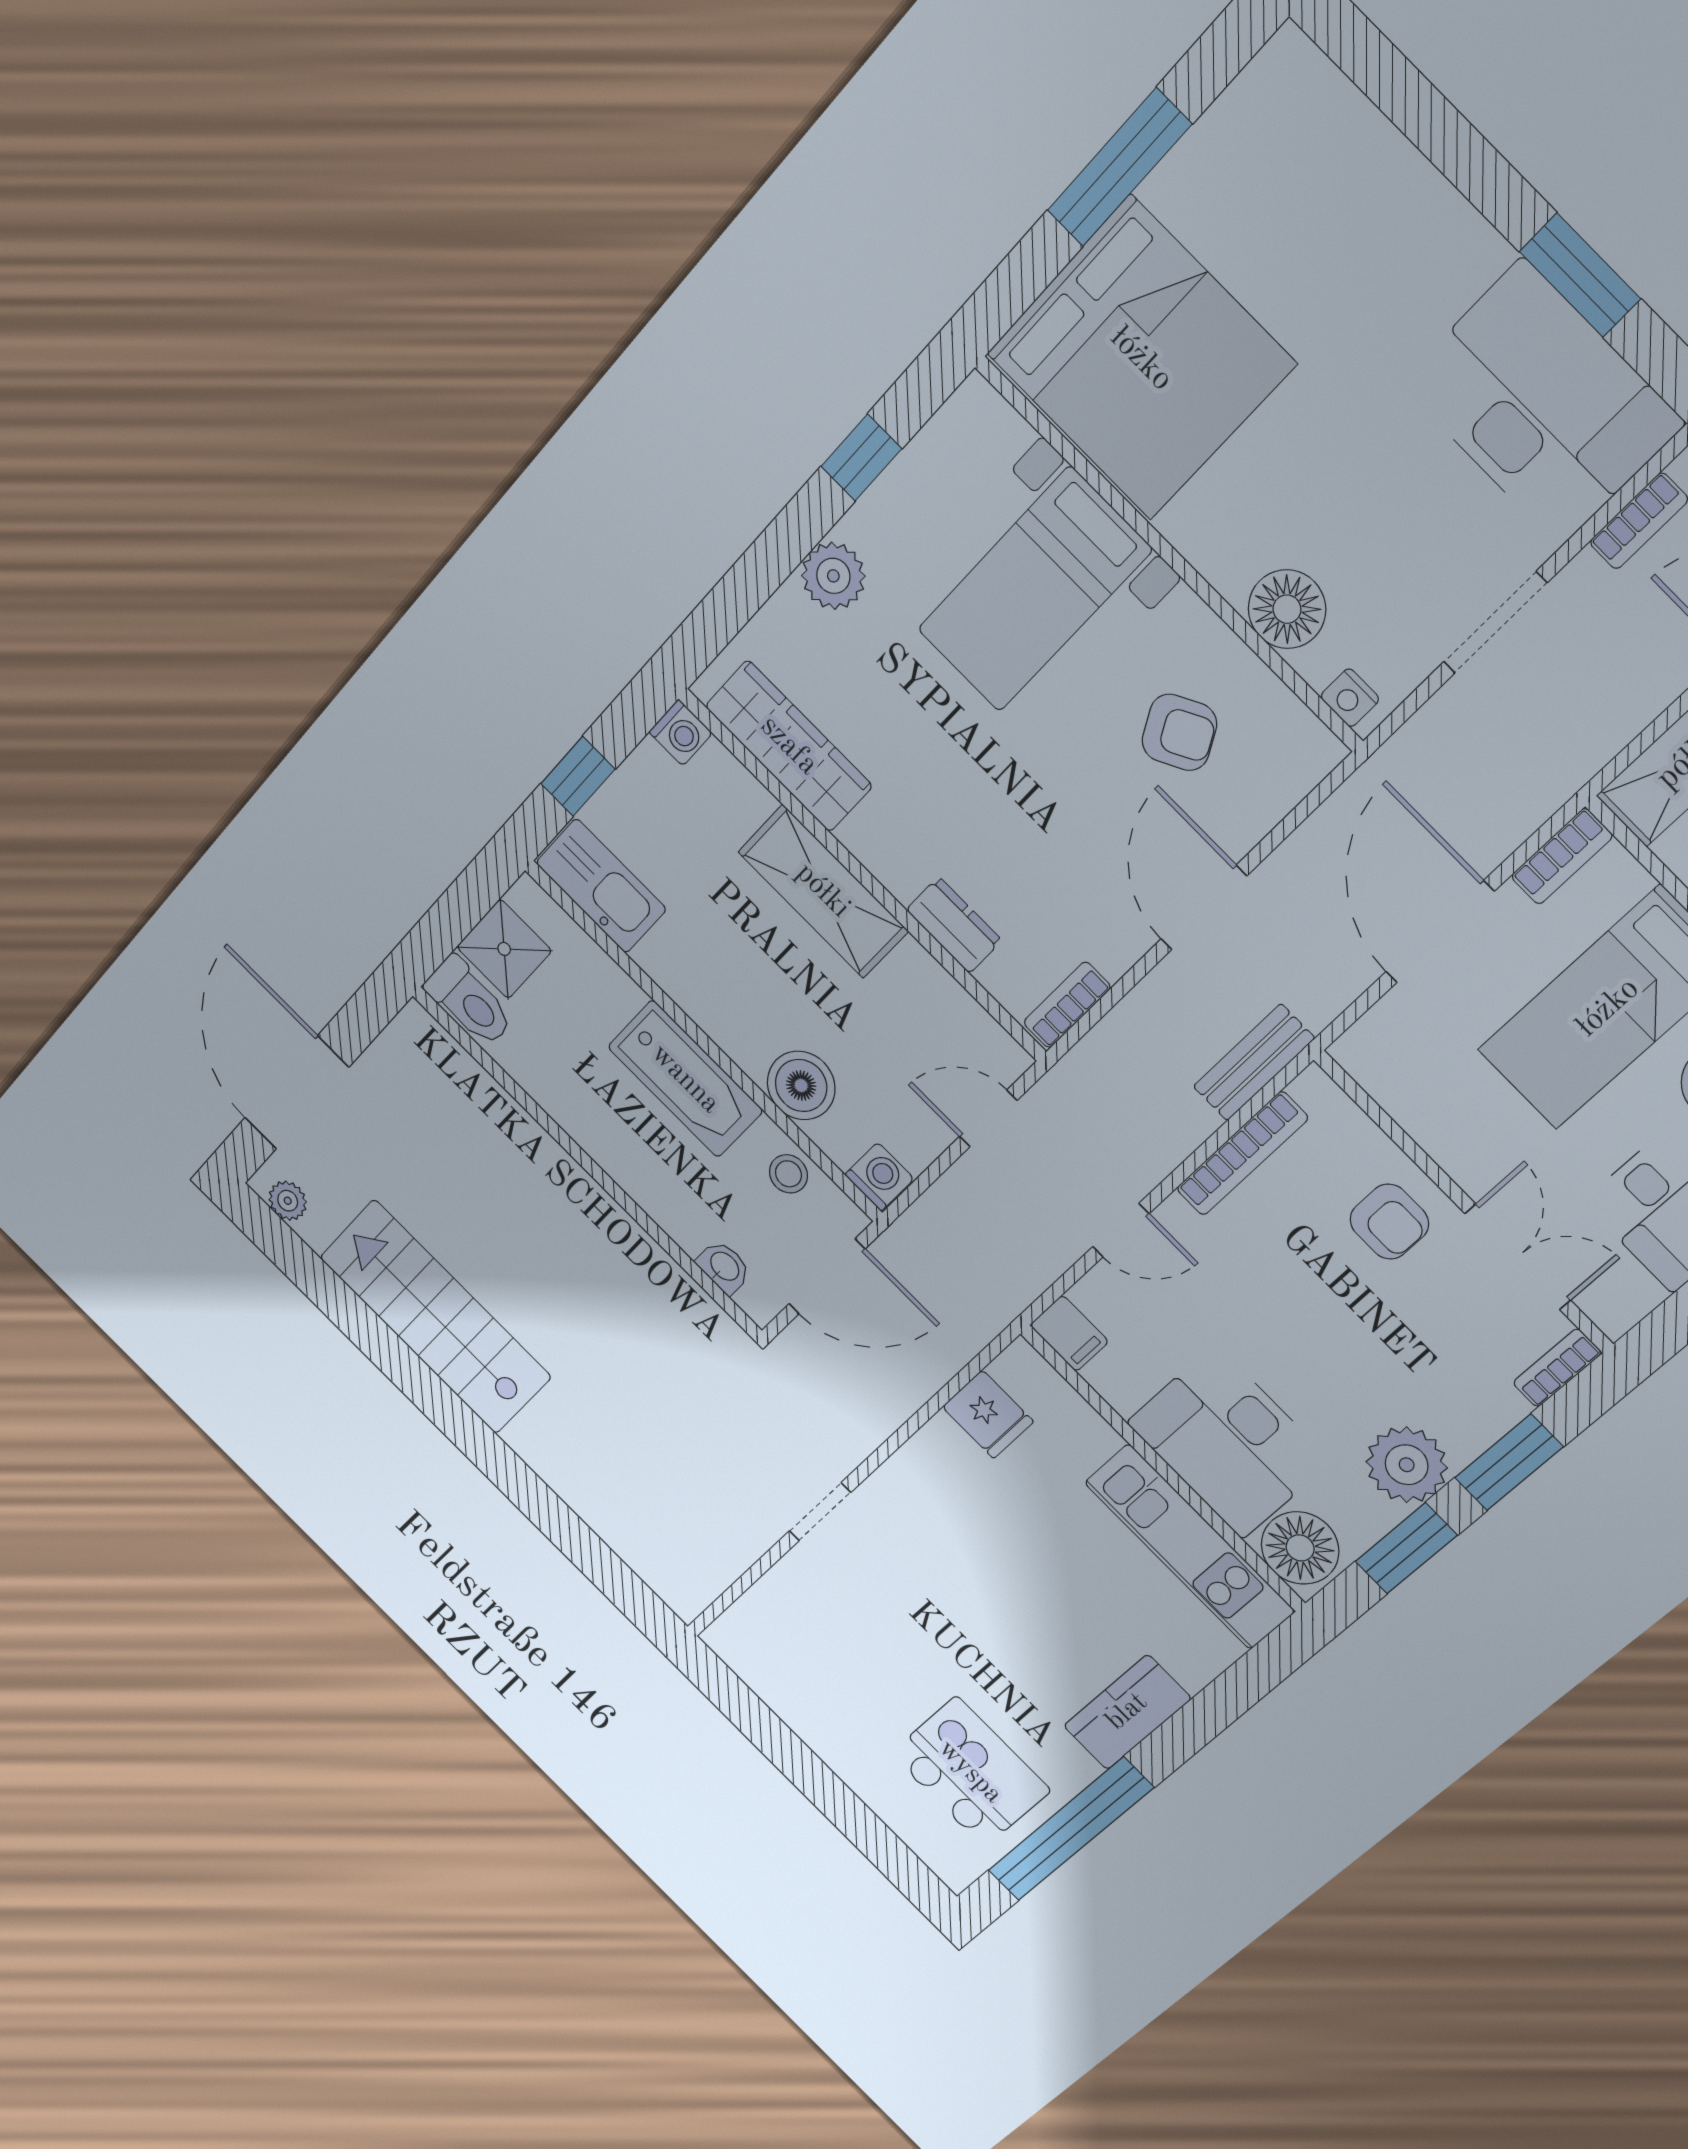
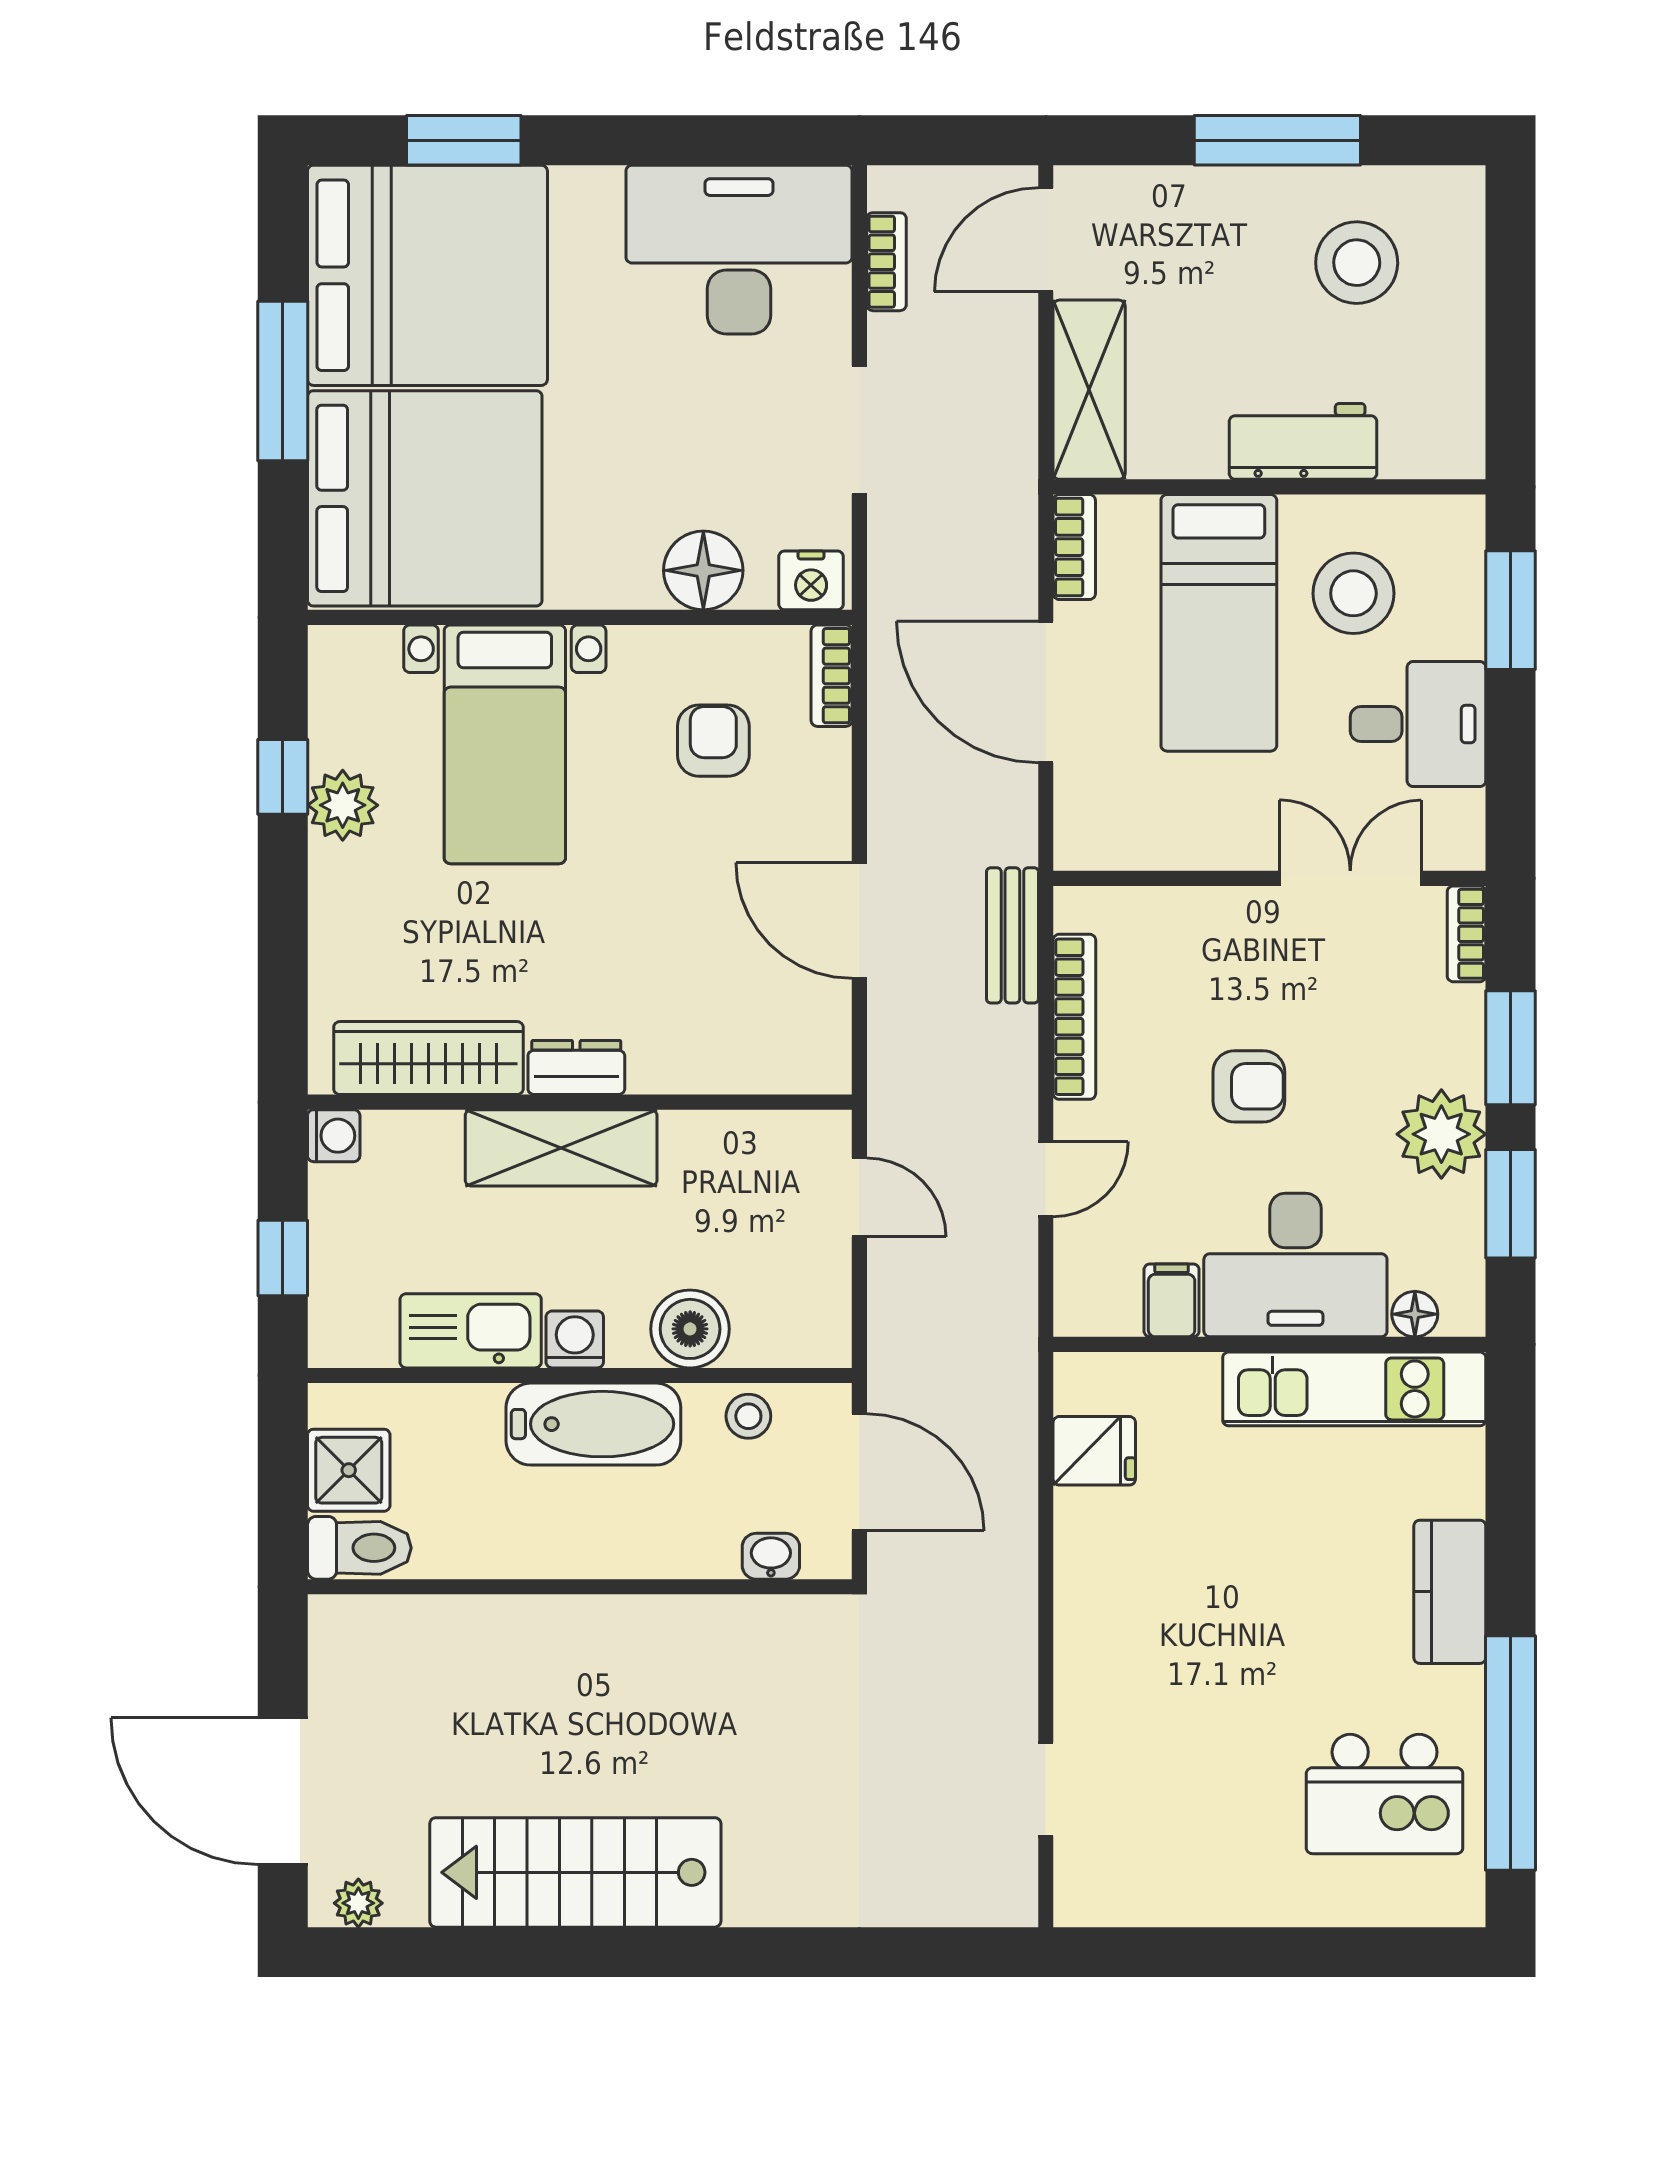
bed: (1297, 192) -> (427, 275), added
window: (1580, 275) -> (464, 140), moved
plant: (833, 576) -> (343, 805), moved
nightstand: (1350, 698) -> (811, 580), width x1.39, depth x1.35
armchair: (1179, 732) -> (713, 741), turned -62
kitchen sink: (601, 886) -> (471, 1331), moved
door: (1204, 908) -> (859, 921), moved
dresser: (954, 925) -> (576, 1067), moved
bookcase: (1067, 1005) -> (832, 676), moved
door: (988, 1119) -> (859, 1197), swing flipped
washing machine: (879, 1177) -> (575, 1339), moved
armchair: (1389, 1222) -> (1249, 1086), moved
door: (827, 1276) -> (859, 1472), hinge flipped
filing cabinet: (1069, 1333) -> (1172, 1300), moved, turned -90
doorway: (820, 1512) -> (1046, 1789), moved
floor lamp: (1300, 1548) -> (1415, 1314), width x0.53, depth x0.53
kitchen island: (970, 1772) -> (1385, 1794), turned 180

